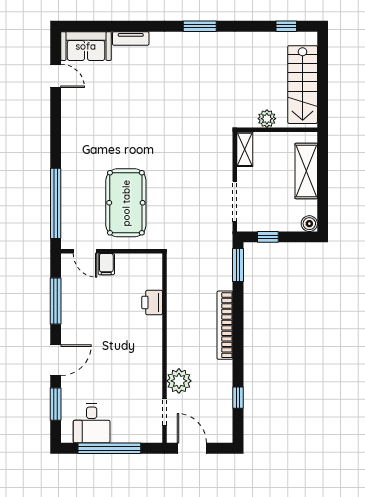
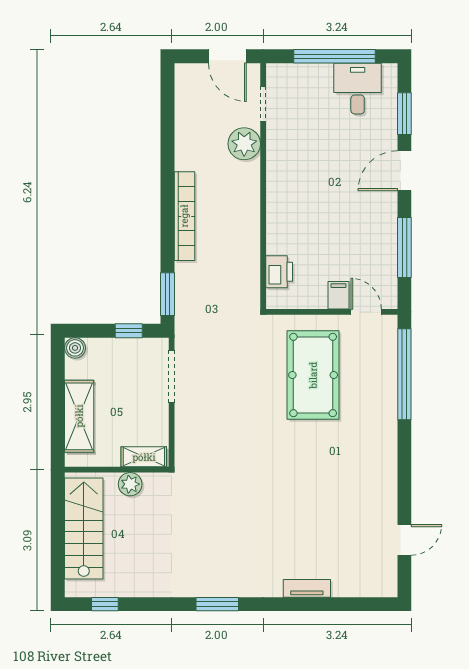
sofa: (86, 46) -> (365, 578), removed
door: (56, 76) -> (404, 540), swing flipped
shelving: (245, 149) -> (144, 457), moved, turned 90
printer: (152, 303) -> (279, 272), moved
window: (238, 398) -> (168, 122), removed

